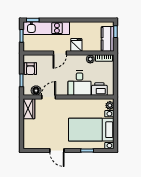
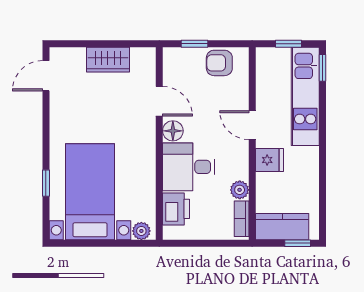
floor lamp: (36, 91) -> (173, 131), moved
wardrobe: (29, 109) -> (108, 60), moved
door: (57, 150) -> (46, 76), moved

